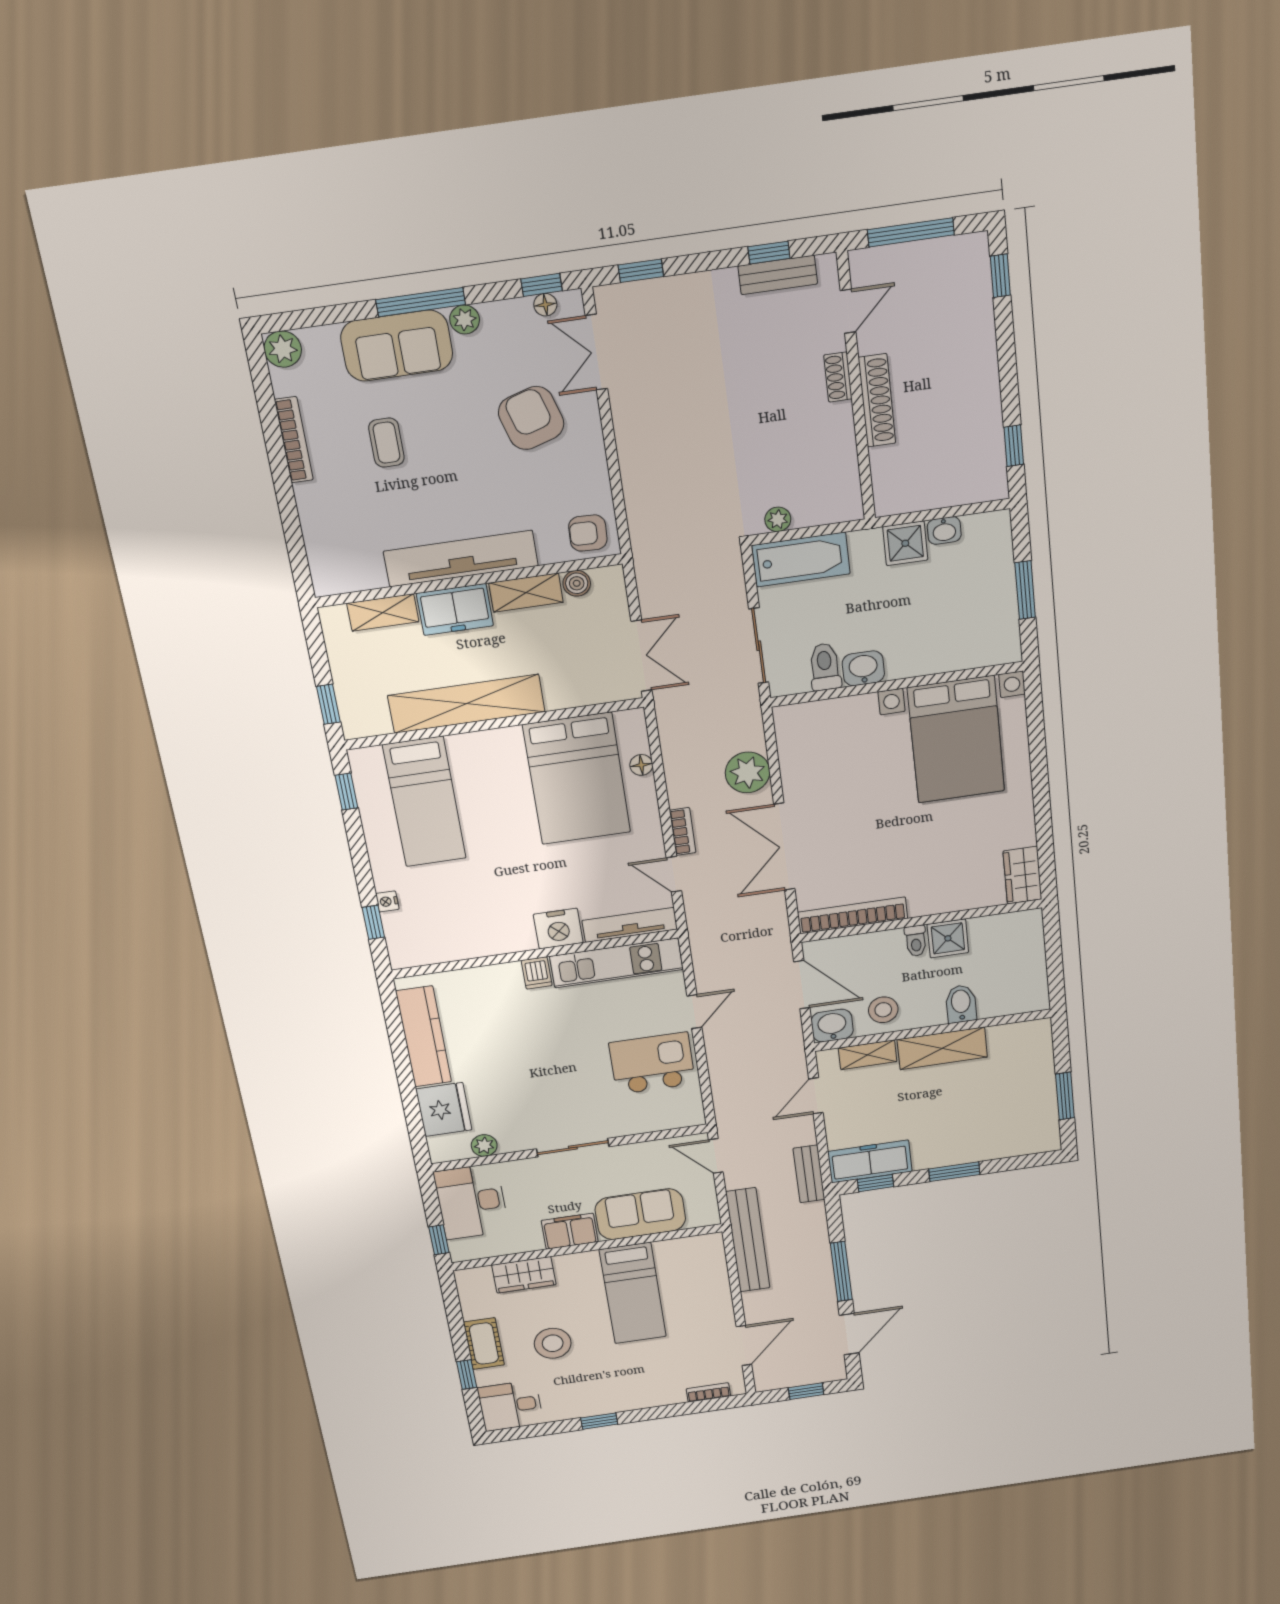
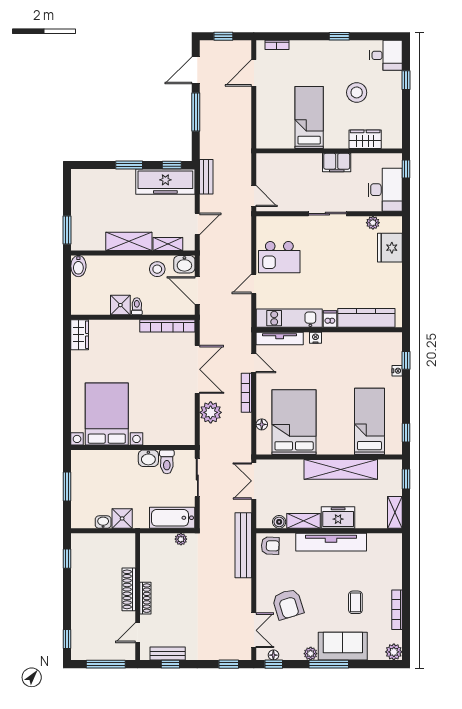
shoe rack: (838, 377) -> (145, 598), width x1.43
shelving: (383, 612) -> (395, 512), moved, turned 90
bookcase: (683, 831) -> (246, 393), width x1.56
nightstand: (558, 929) -> (315, 338), width x0.53, depth x0.56
bidet: (961, 1004) -> (78, 266), moved
kitchen counter: (424, 1037) -> (366, 318), moved, turned 90
window: (1065, 1096) -> (67, 230), moved
freezer: (870, 1161) -> (165, 182), width x1.36, depth x1.26
sofa: (640, 1214) -> (298, 167), removed
bench: (748, 1240) -> (243, 545), moved
cot: (484, 1344) -> (393, 99), removed

